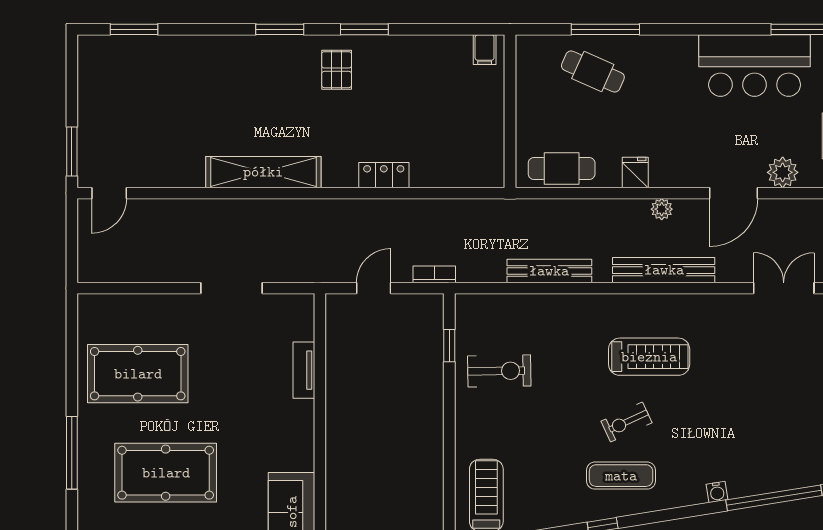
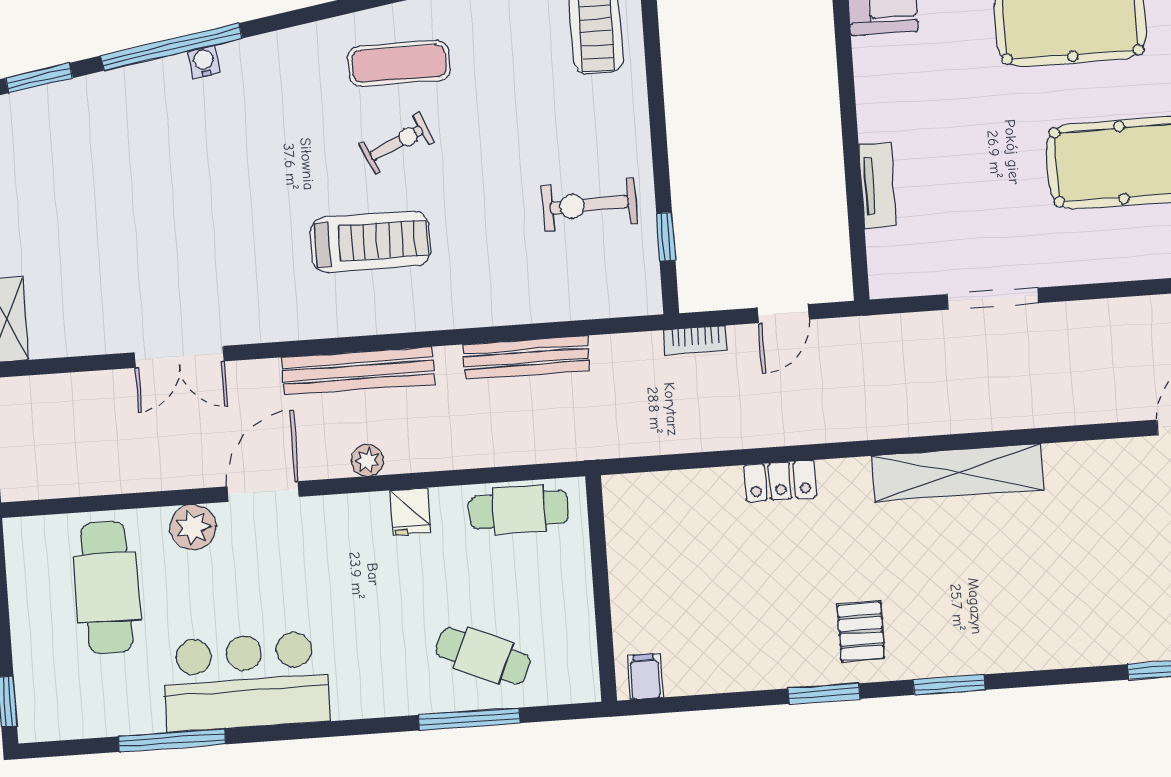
treadmill: (649, 357) -> (370, 242), turned 180
water cooler: (717, 492) -> (204, 62), moved

